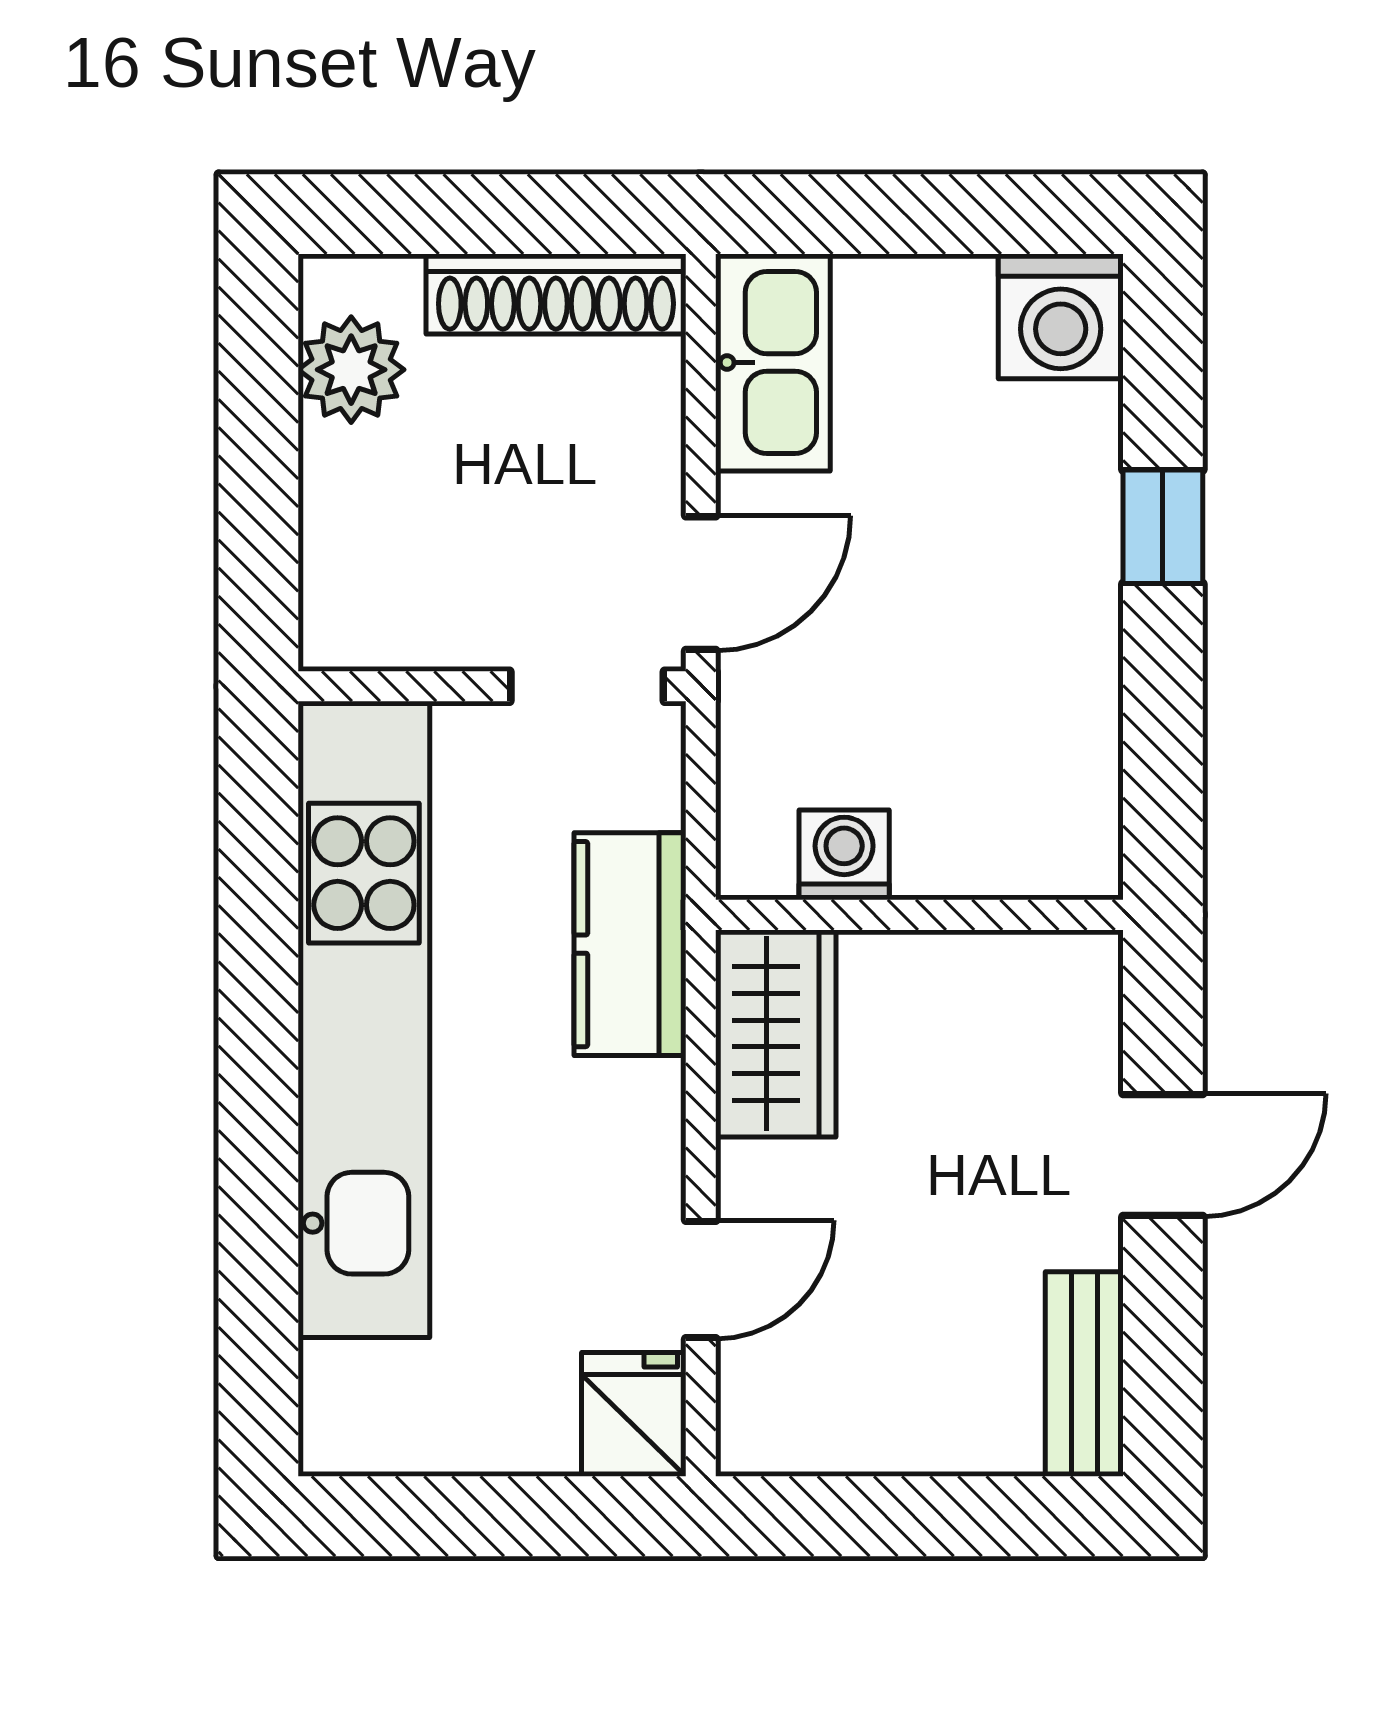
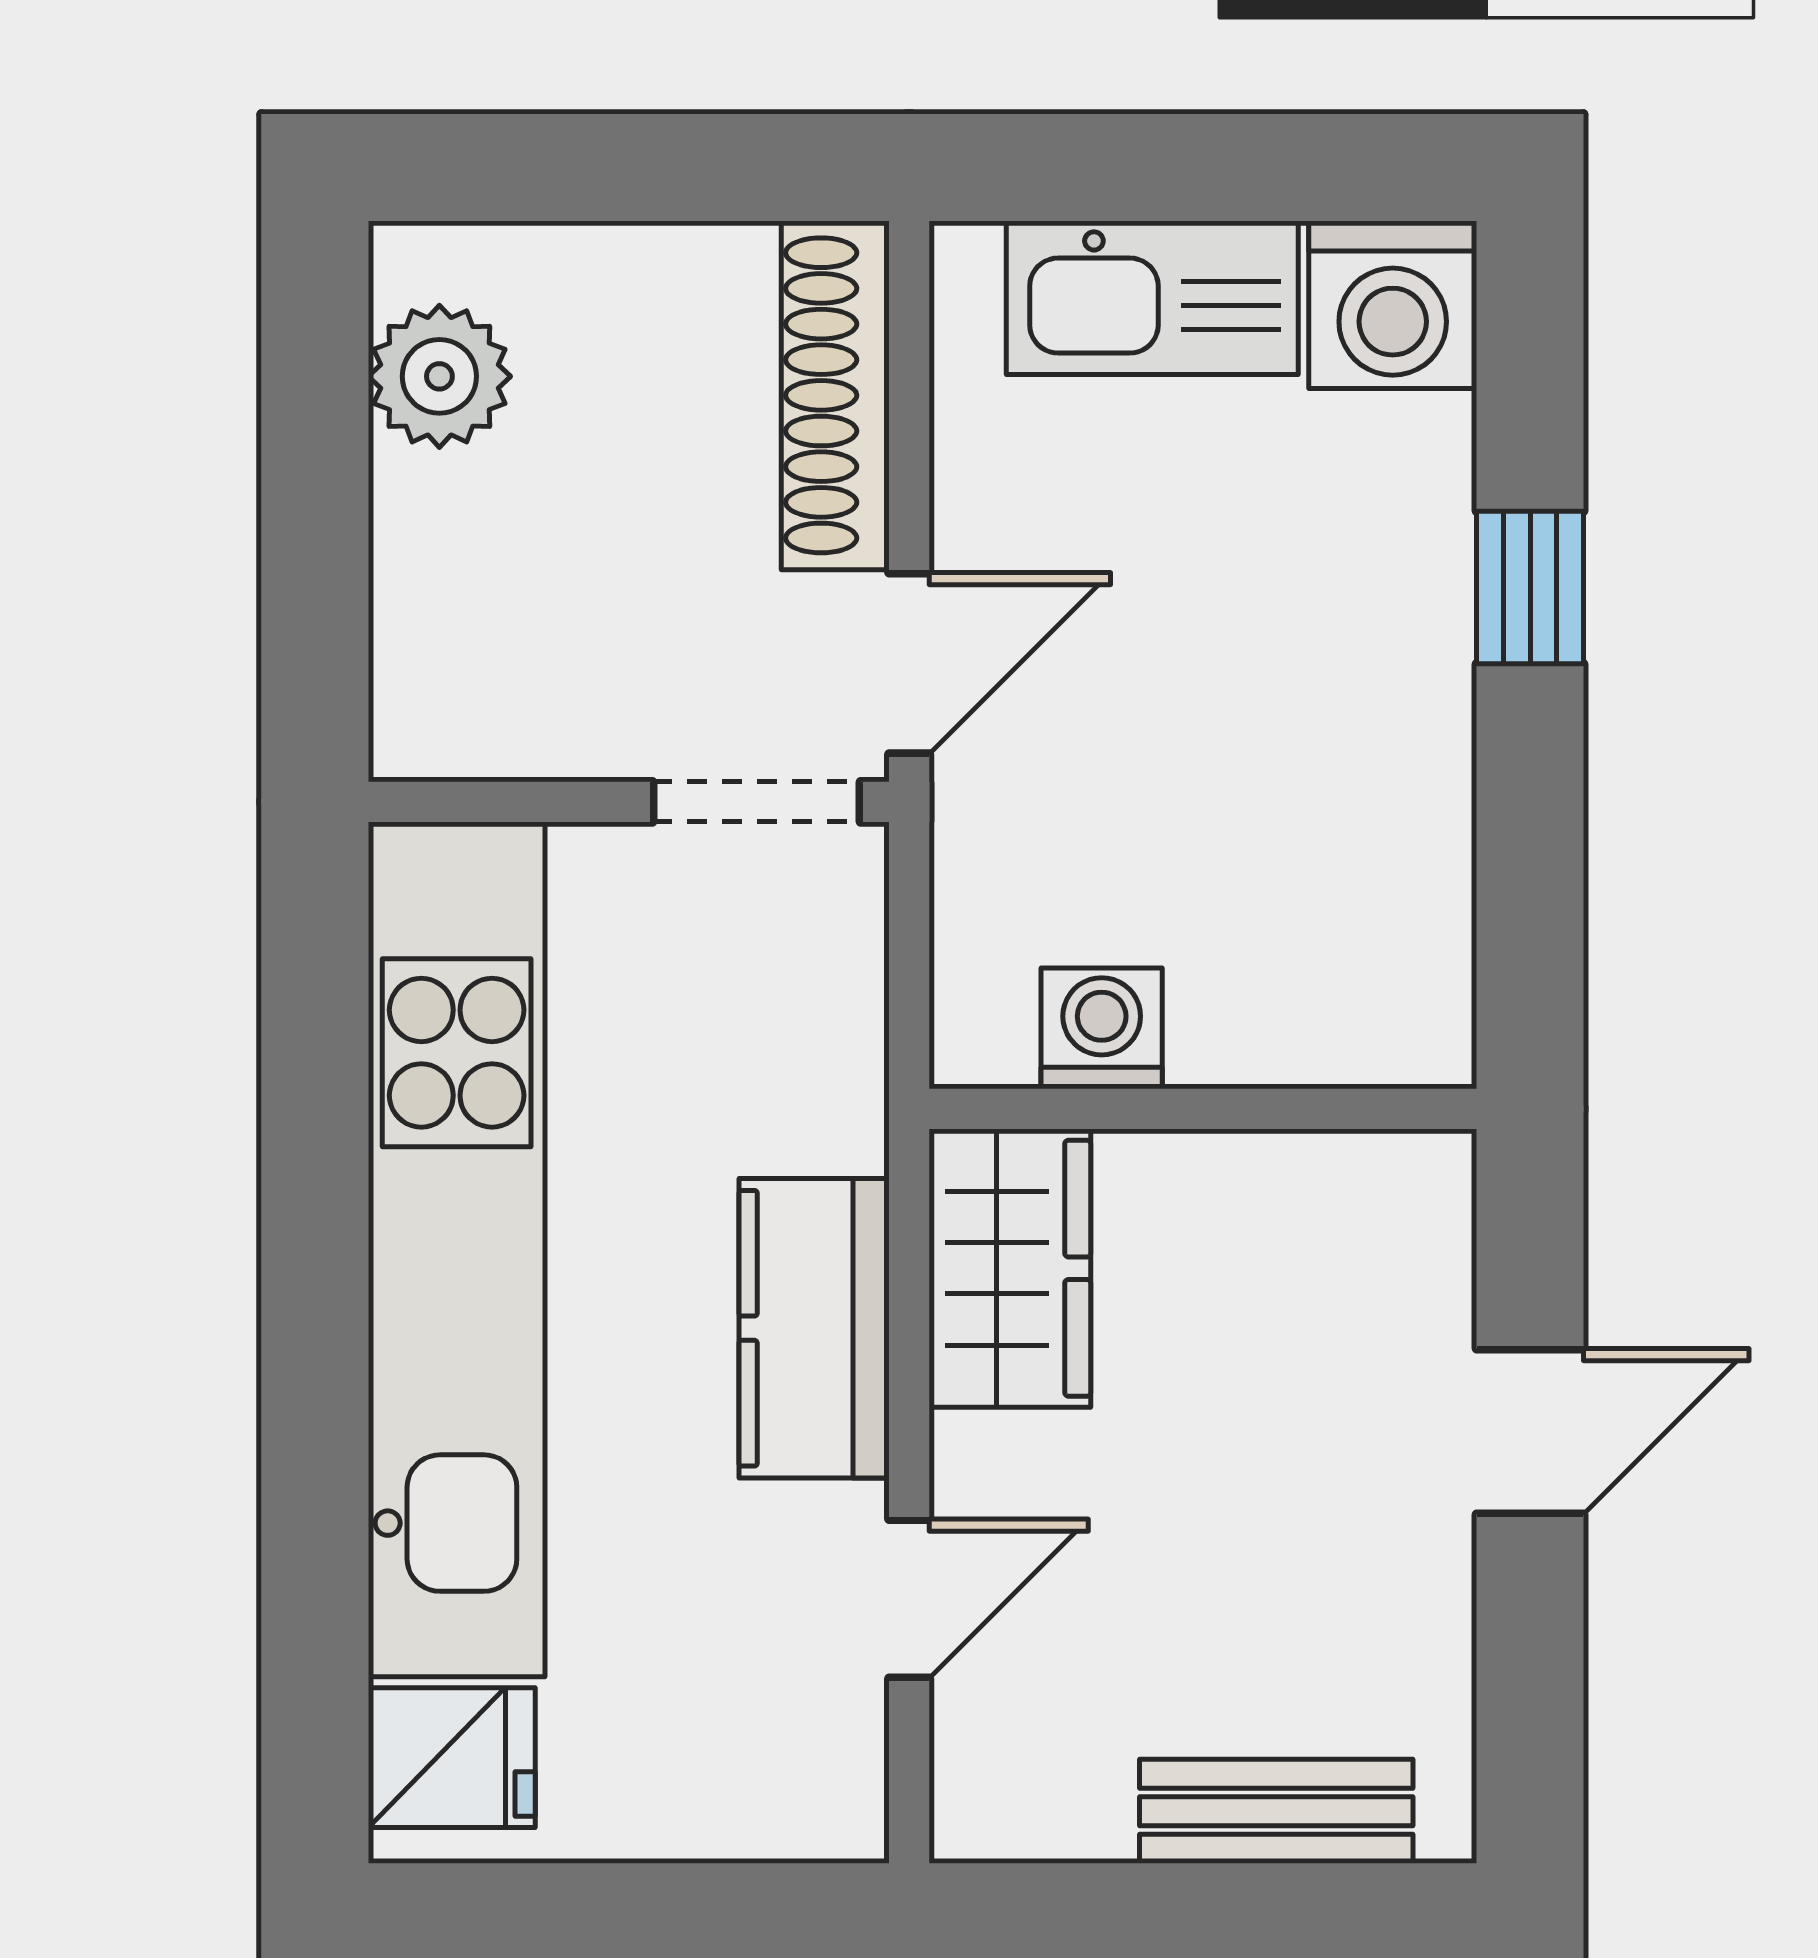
shoe rack: (556, 294) -> (835, 395), moved, turned 90
kitchen sink: (773, 362) -> (1152, 298), moved, turned 90
kitchen counter: (630, 944) -> (814, 1328), moved
bench: (1084, 1373) -> (1276, 1811), moved, turned 90
fridge: (634, 1414) -> (452, 1758), moved, turned 90

